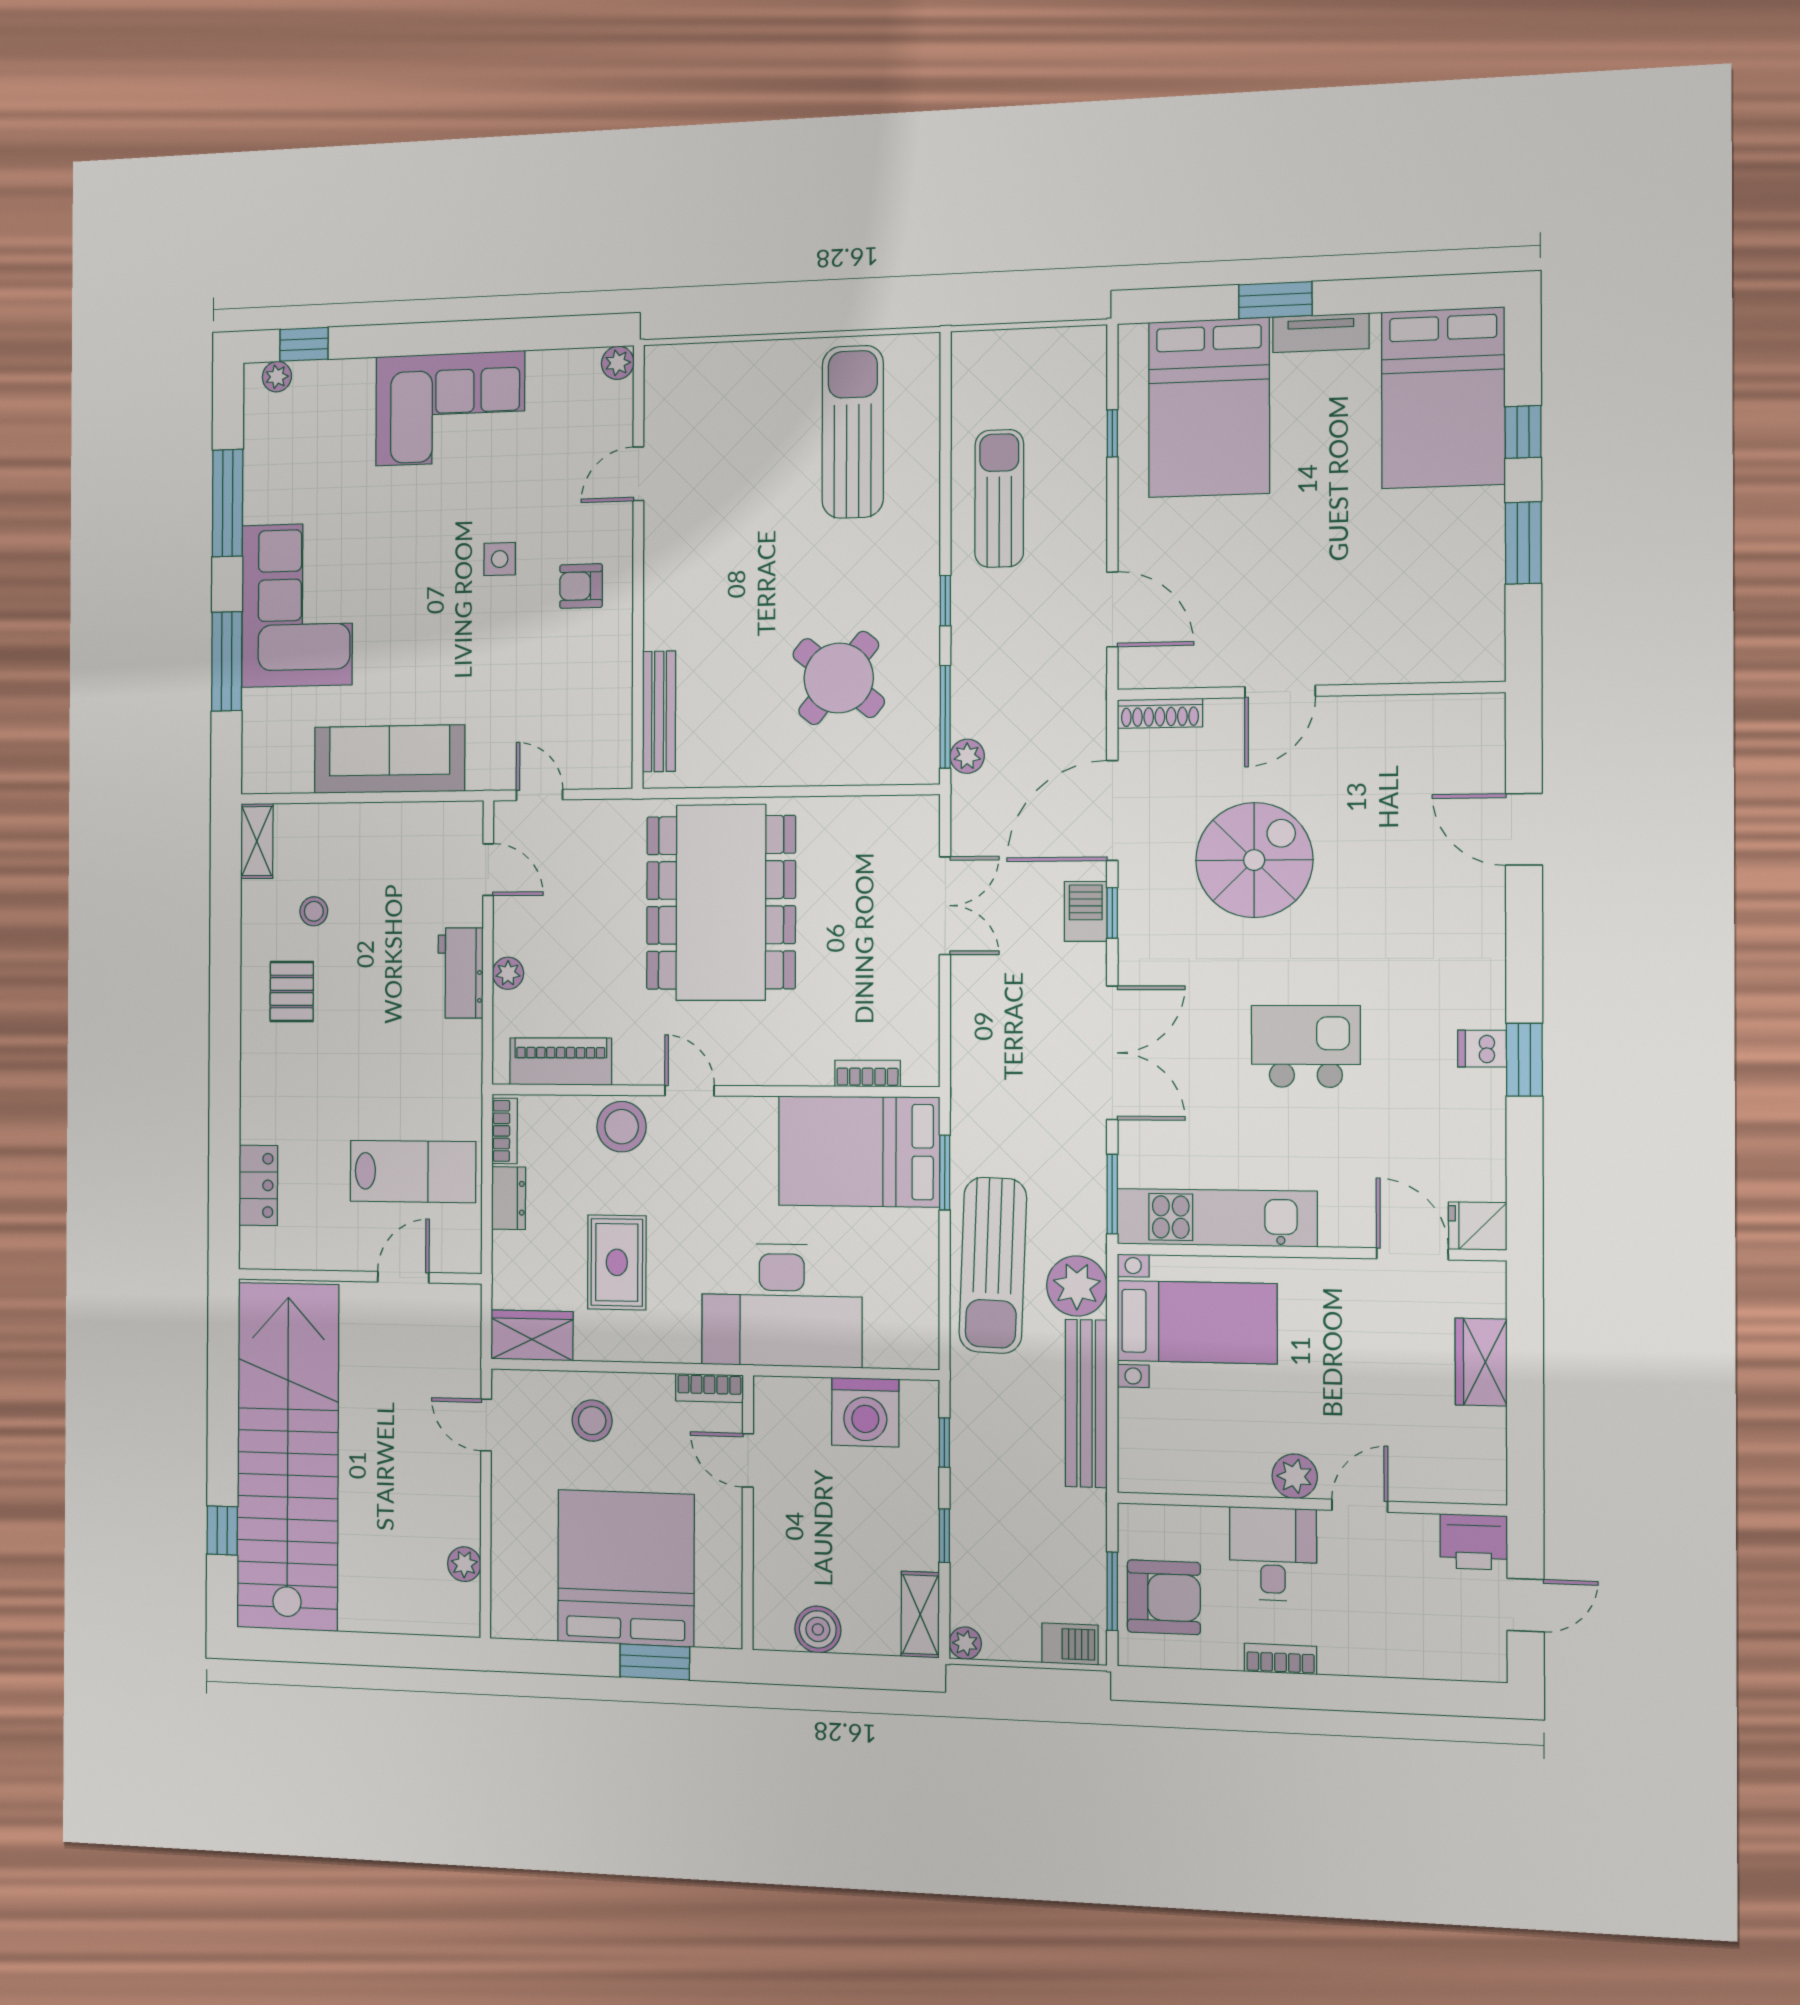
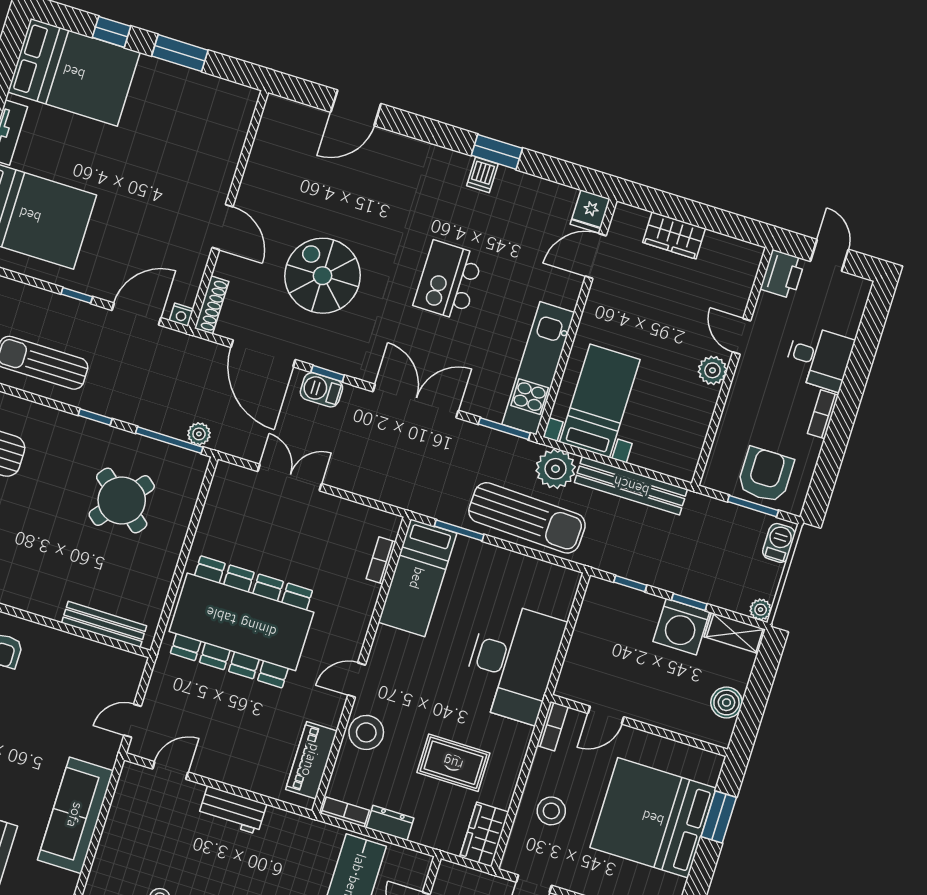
window: (1112, 433) -> (77, 295), moved
nightstand: (1132, 675) -> (181, 315), added
plant: (508, 973) -> (243, 778), removed
bed: (859, 1151) -> (417, 578), width x0.67
washing machine: (865, 1412) -> (681, 627), moved, turned 90
desk: (1273, 1554) -> (819, 358), moved, turned 180

